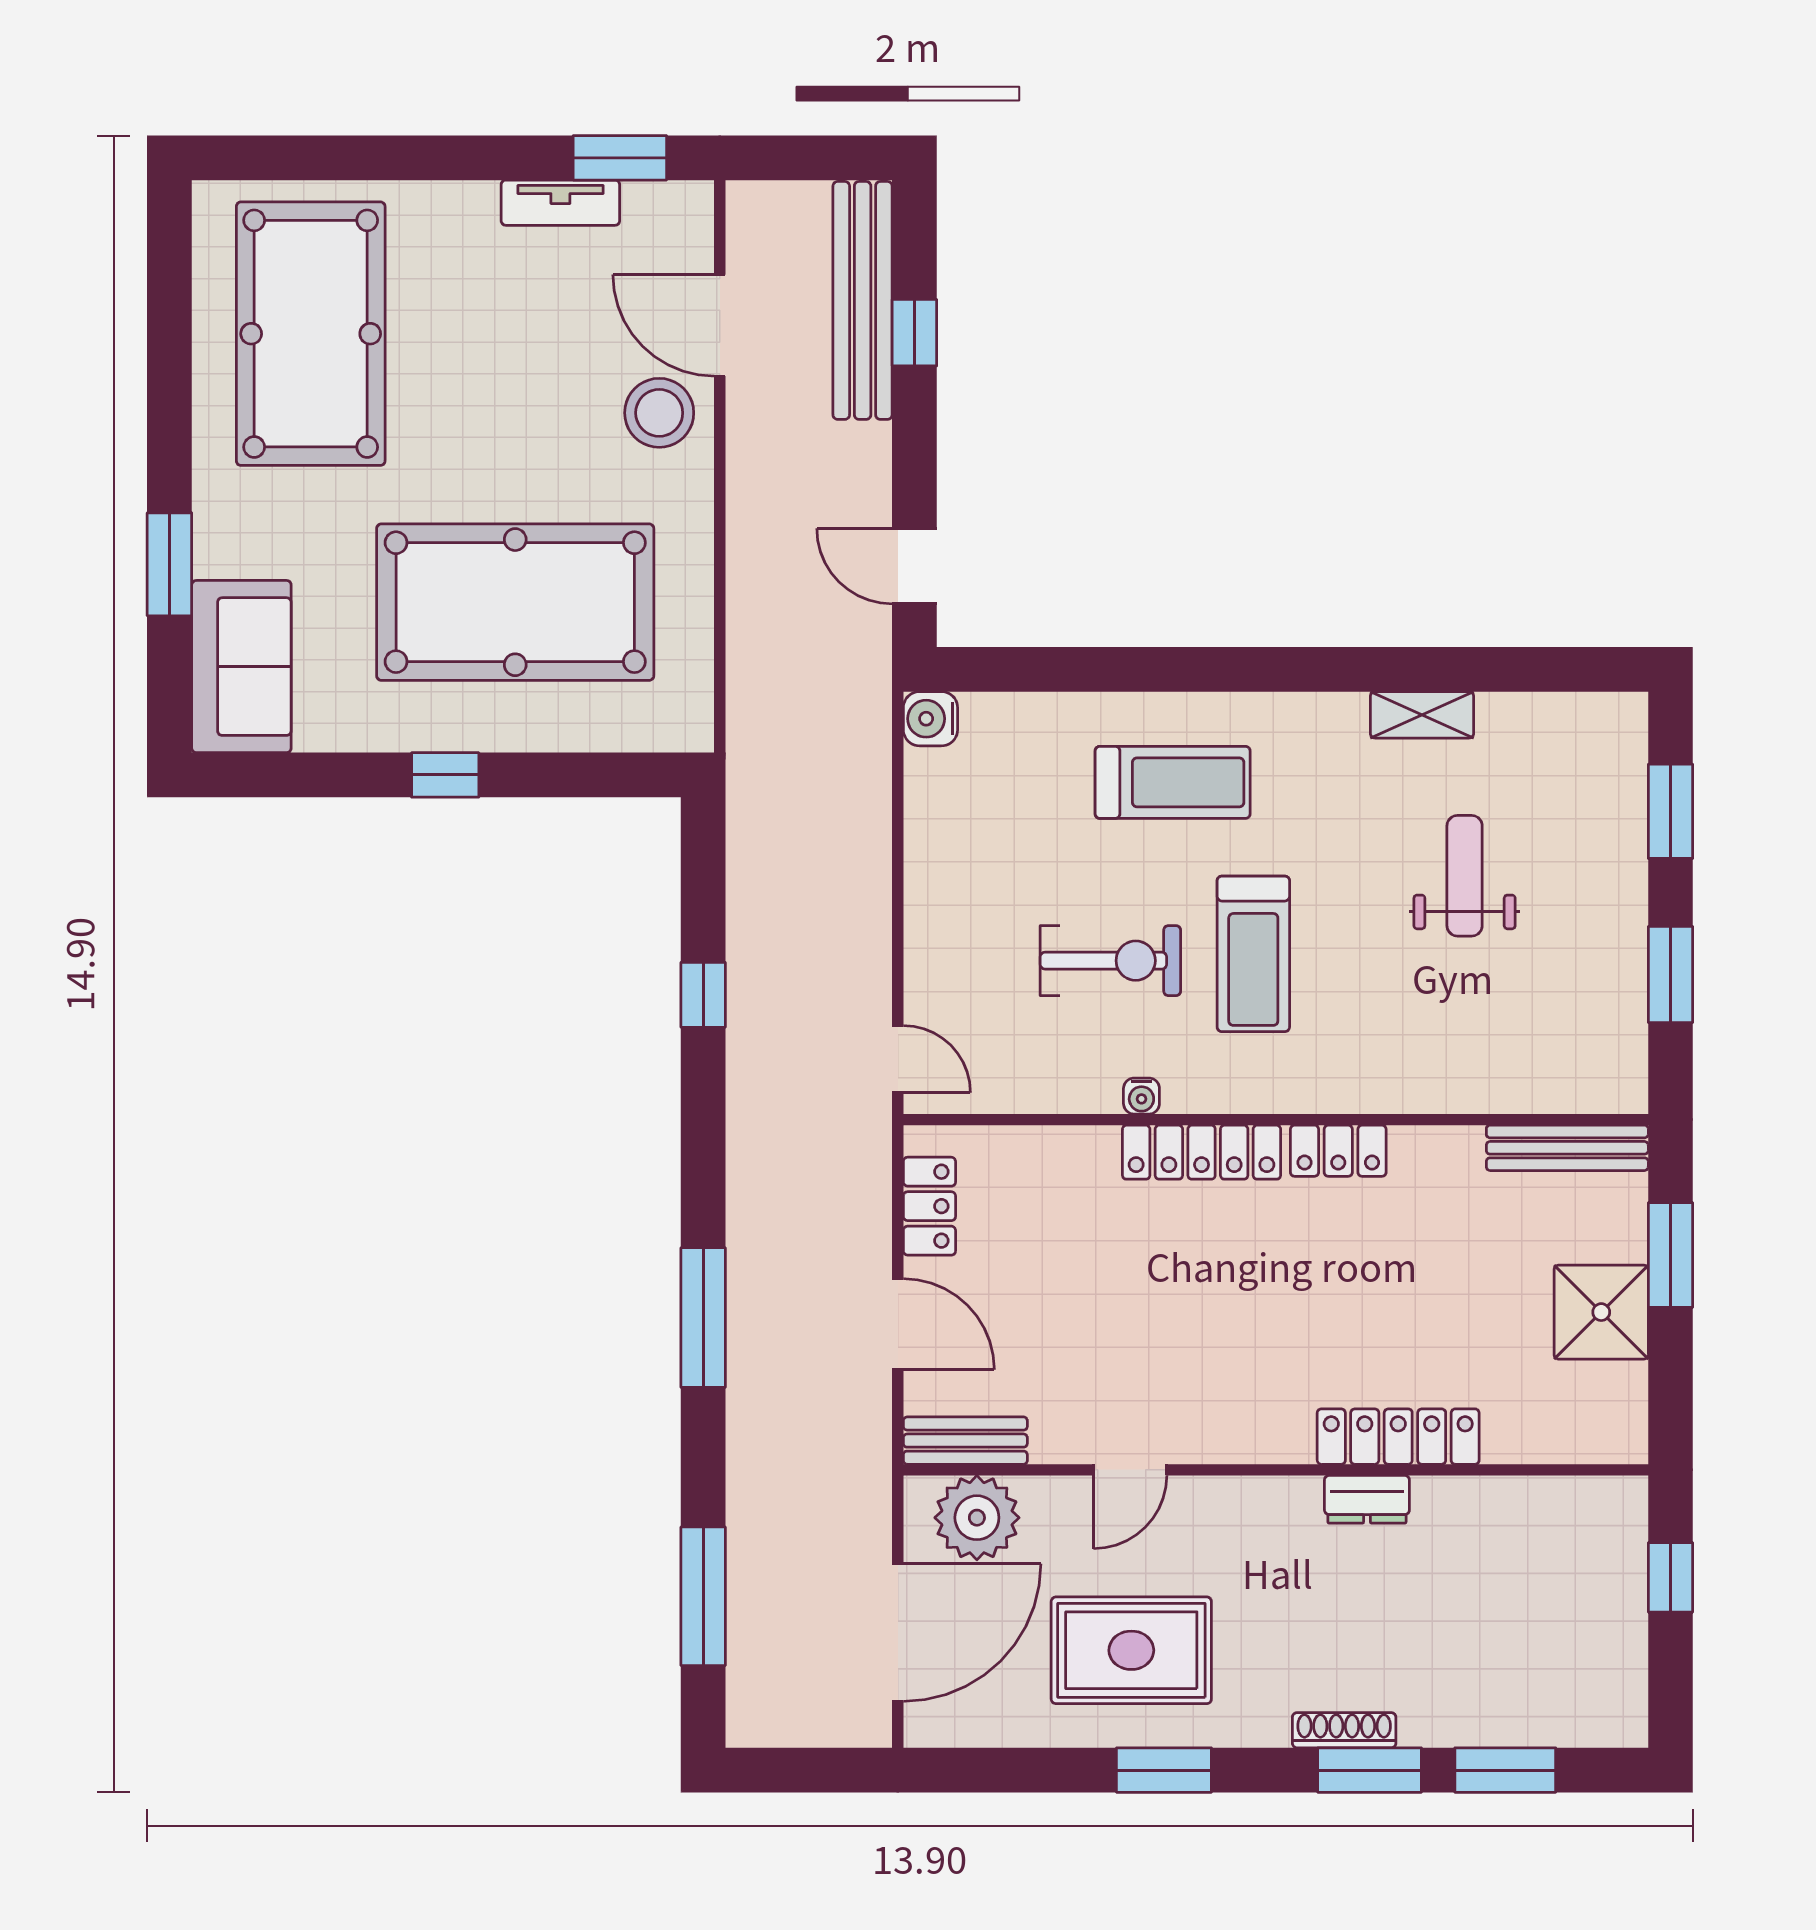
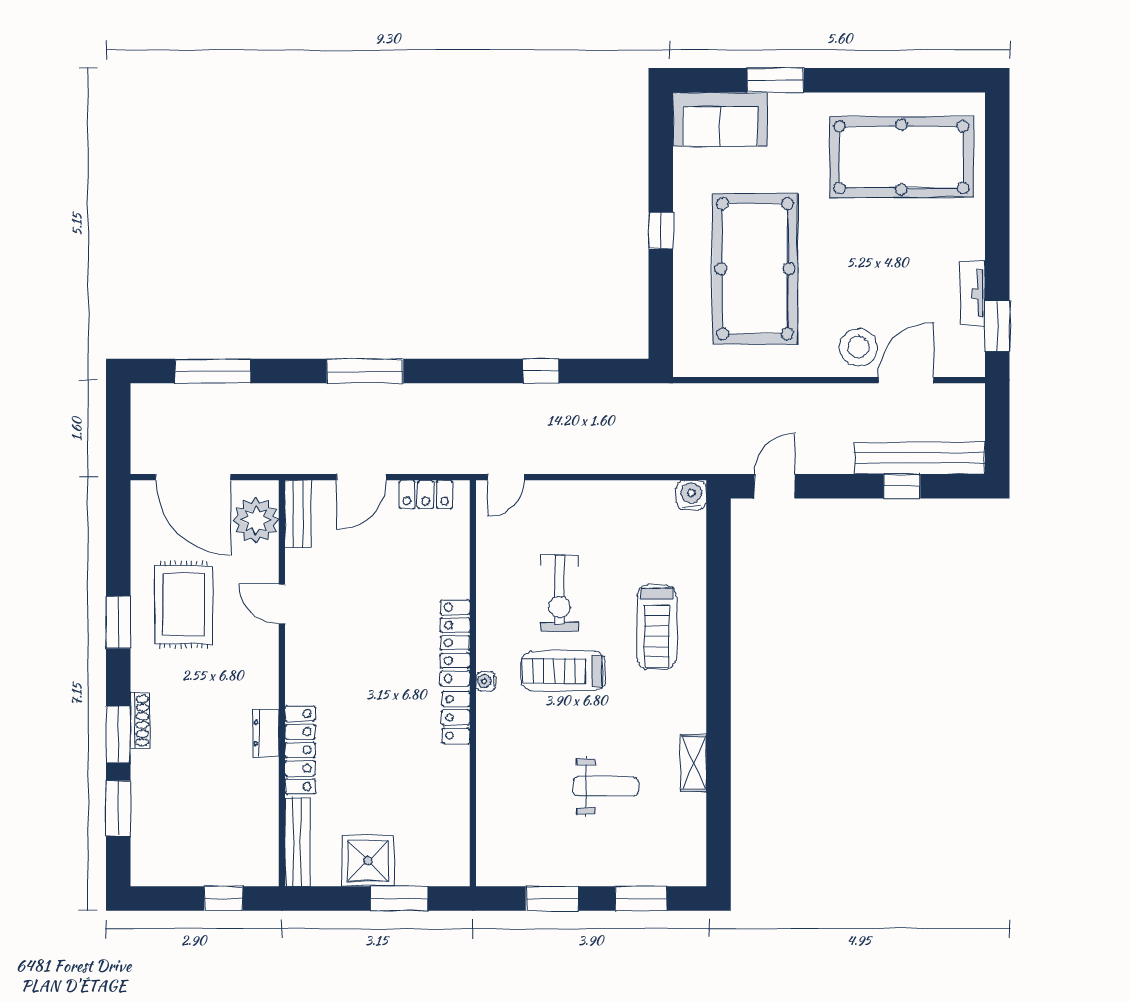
water cooler: (1141, 1096) -> (486, 681), moved
bench: (1567, 1148) -> (297, 842), moved

